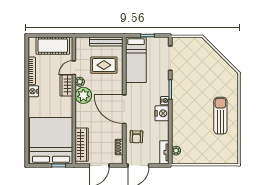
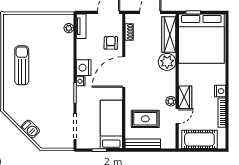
barbecue: (212, 55) -> (30, 129), added
plant: (83, 95) -> (167, 62), moved
door: (124, 109) -> (124, 72), swing flipped
sun lounger: (220, 116) -> (22, 65), turned 180

